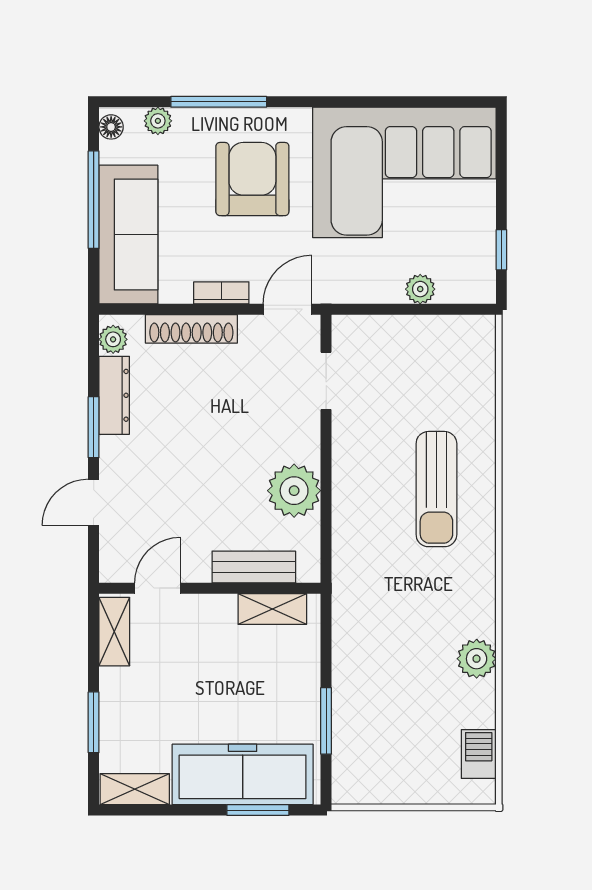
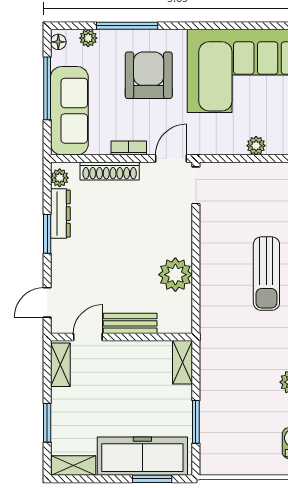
doorway: (326, 381) -> (196, 185), moved
door: (94, 502) -> (47, 302), moved
bench: (254, 567) -> (130, 323), moved
shelving: (272, 609) -> (183, 362), moved, turned 90

